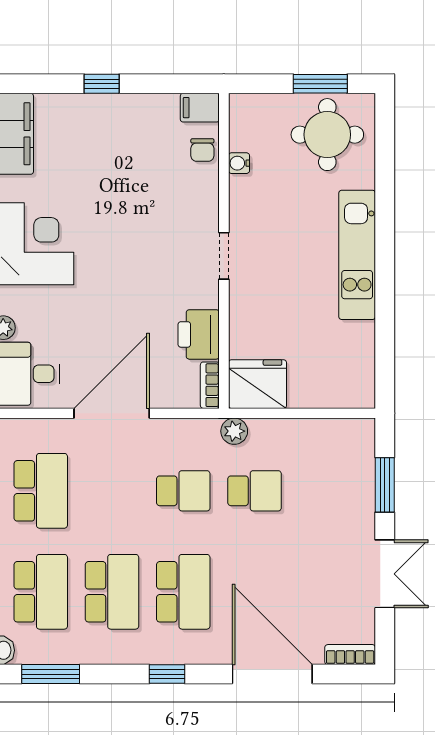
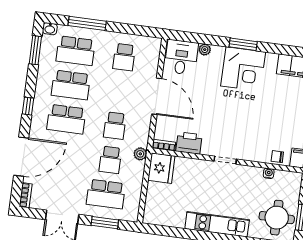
school desk: (41, 491) -> (124, 57), width x0.54
school desk: (326, 491) -> (106, 194), added

